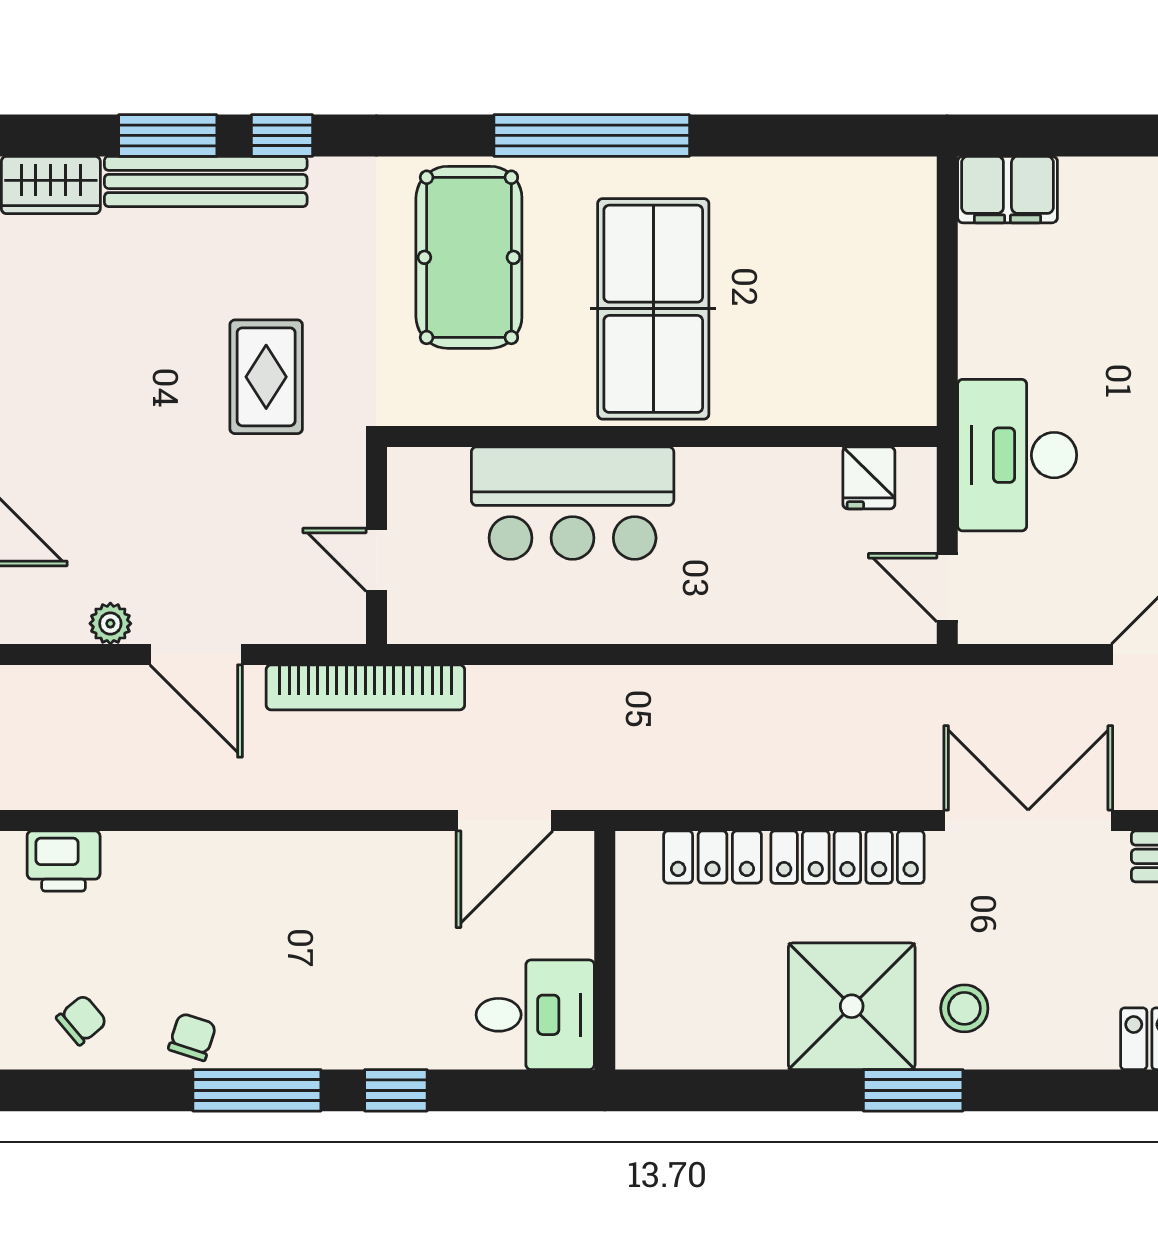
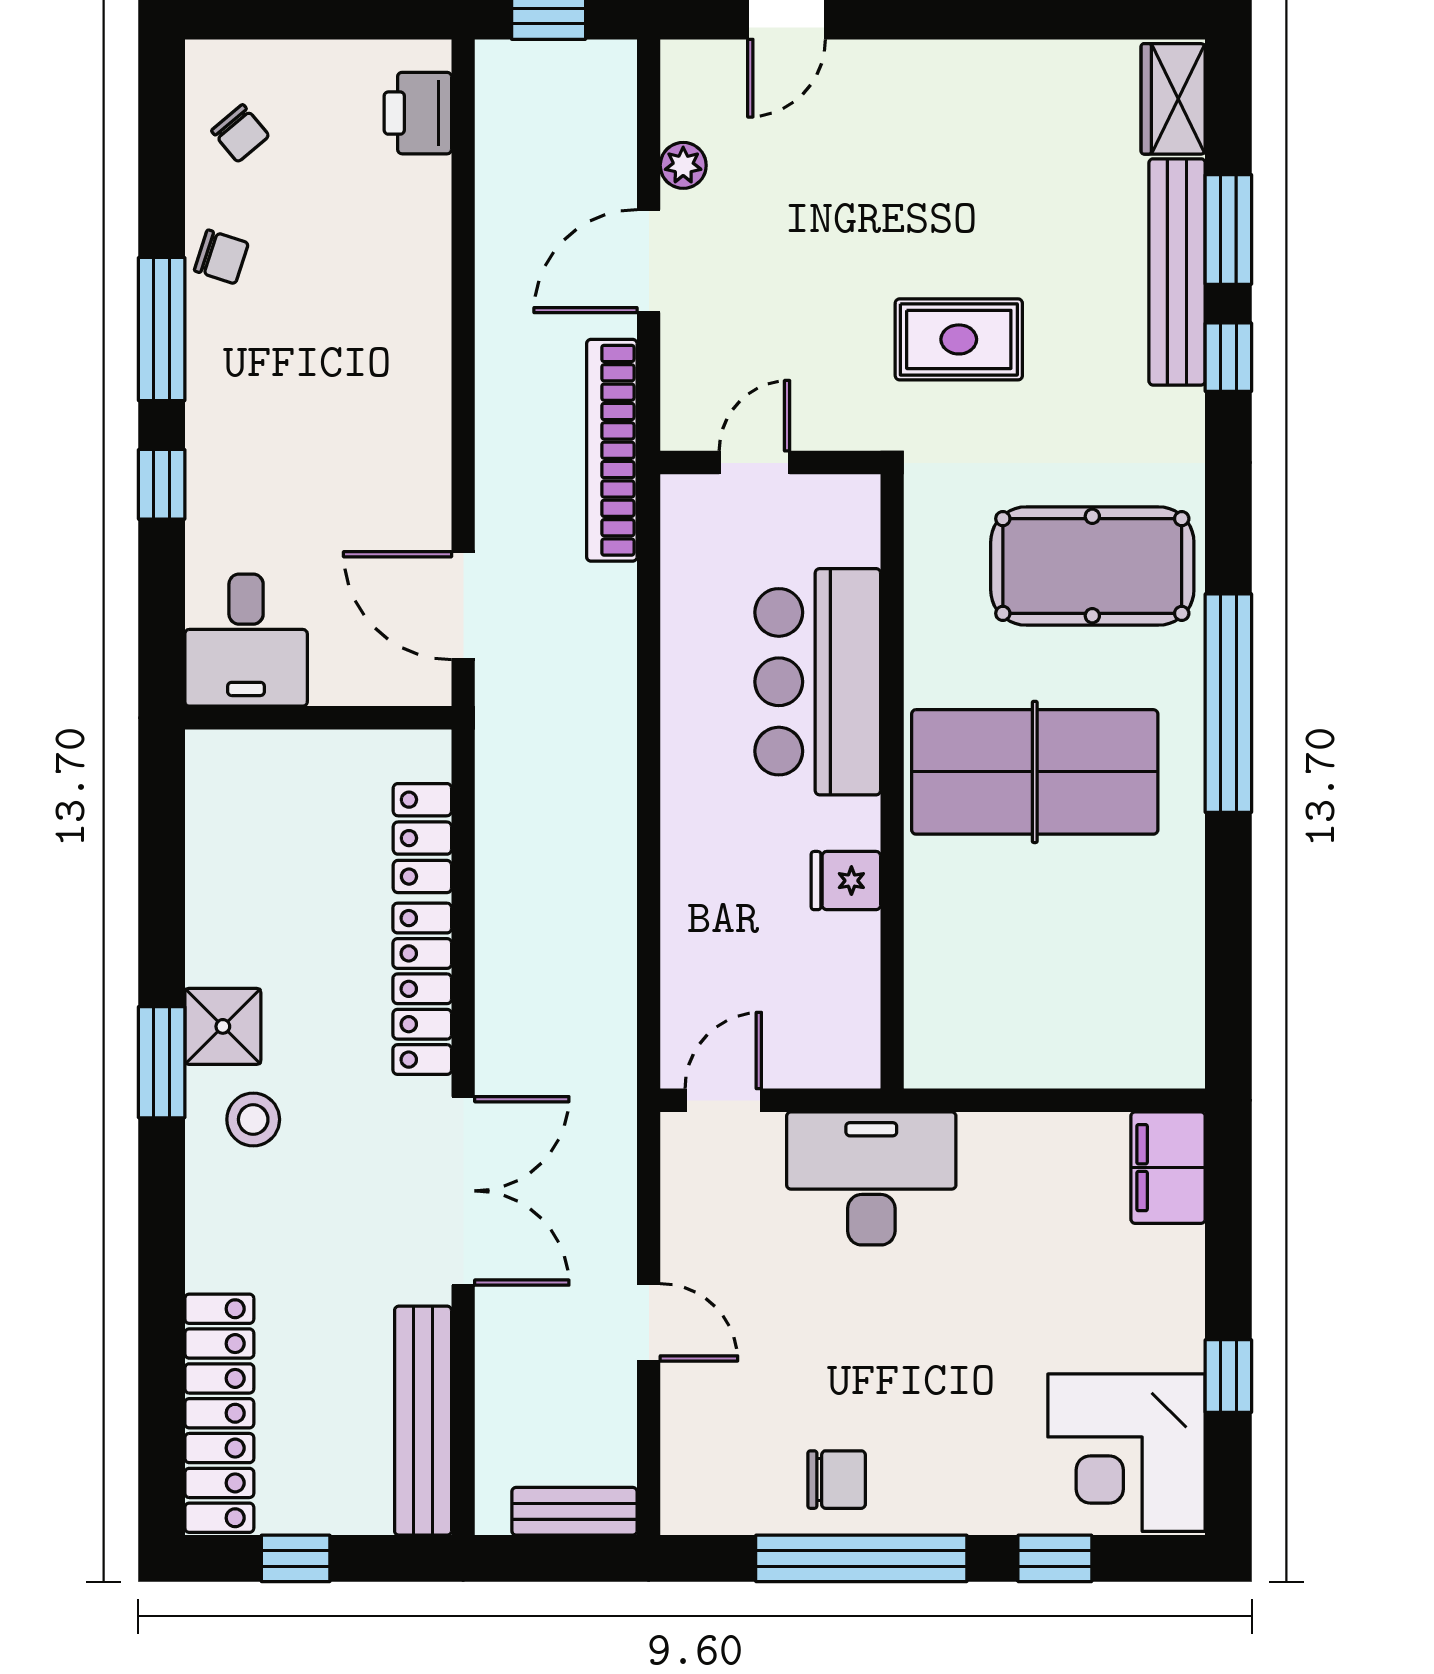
fridge: (869, 478) -> (846, 881), moved
shower: (852, 1006) -> (223, 1026), width x0.54, depth x0.54

